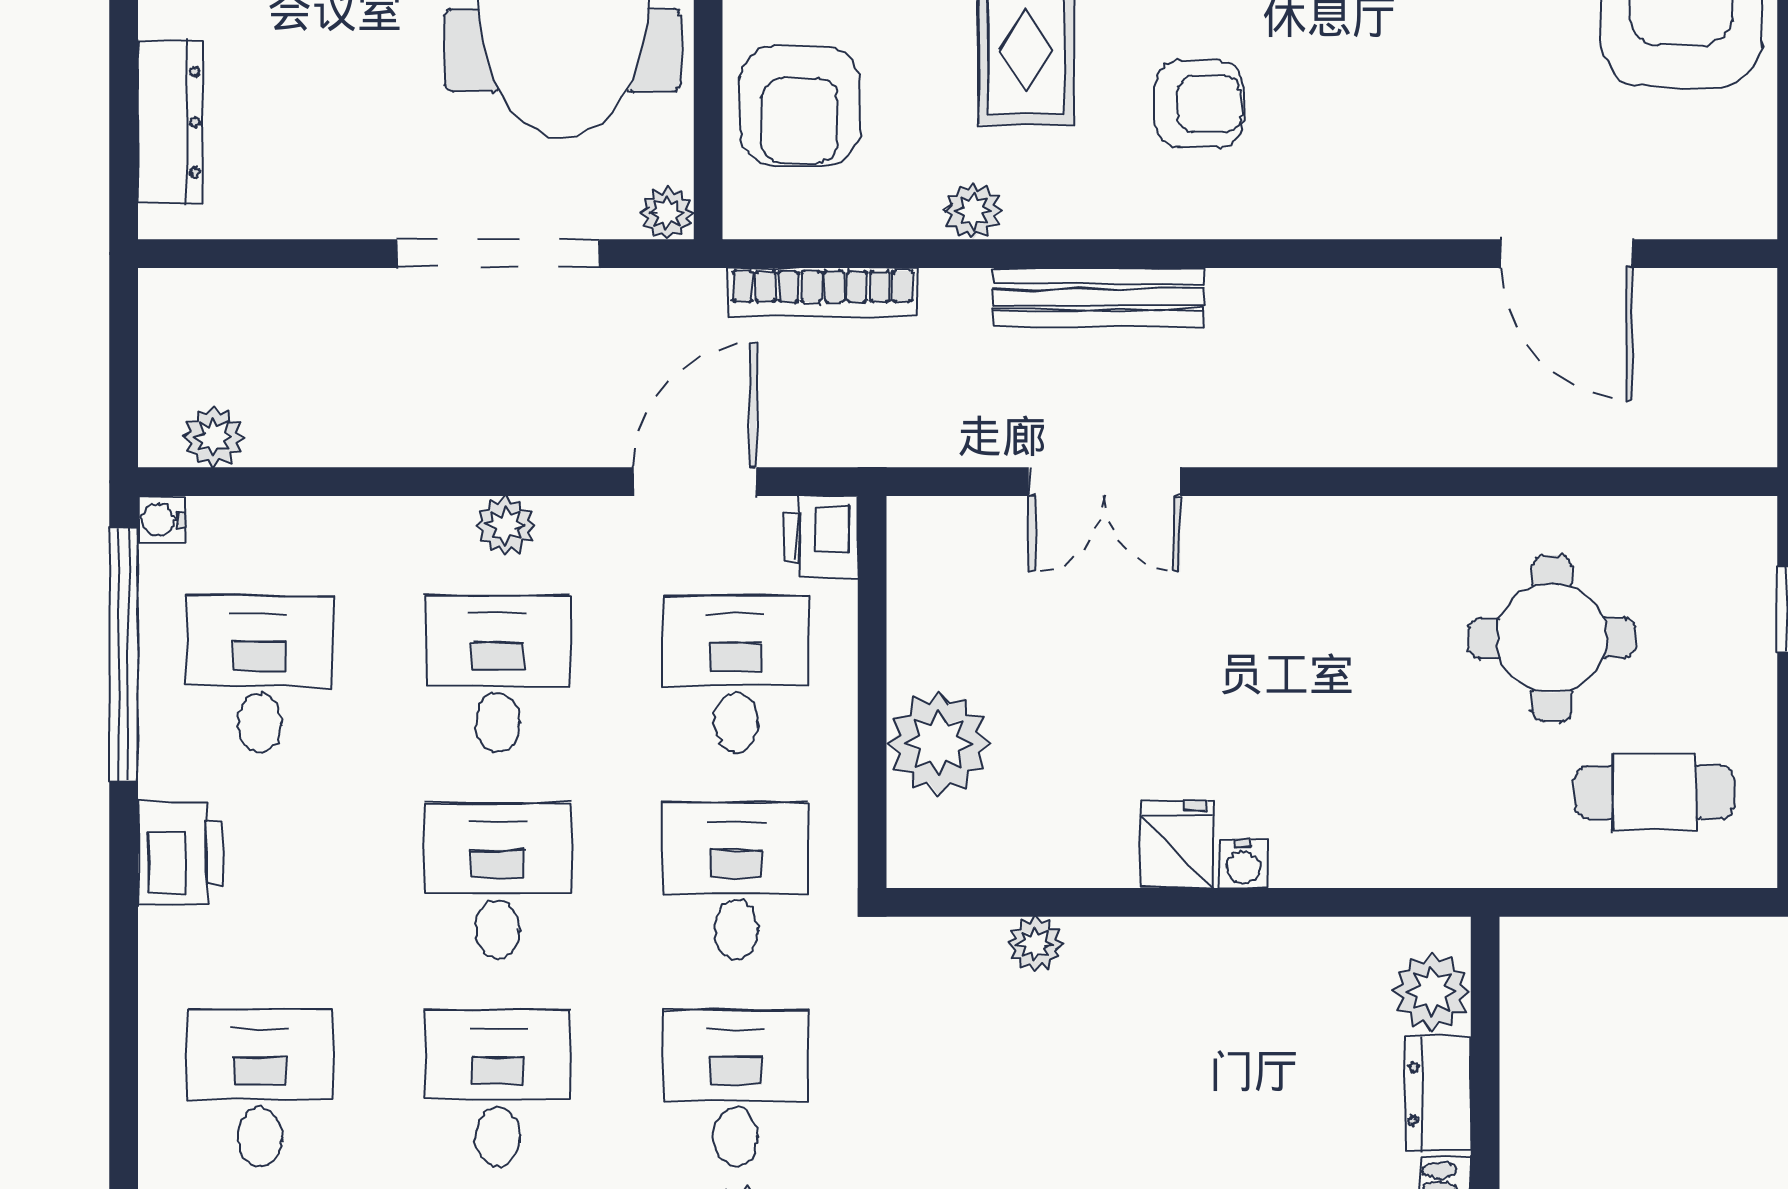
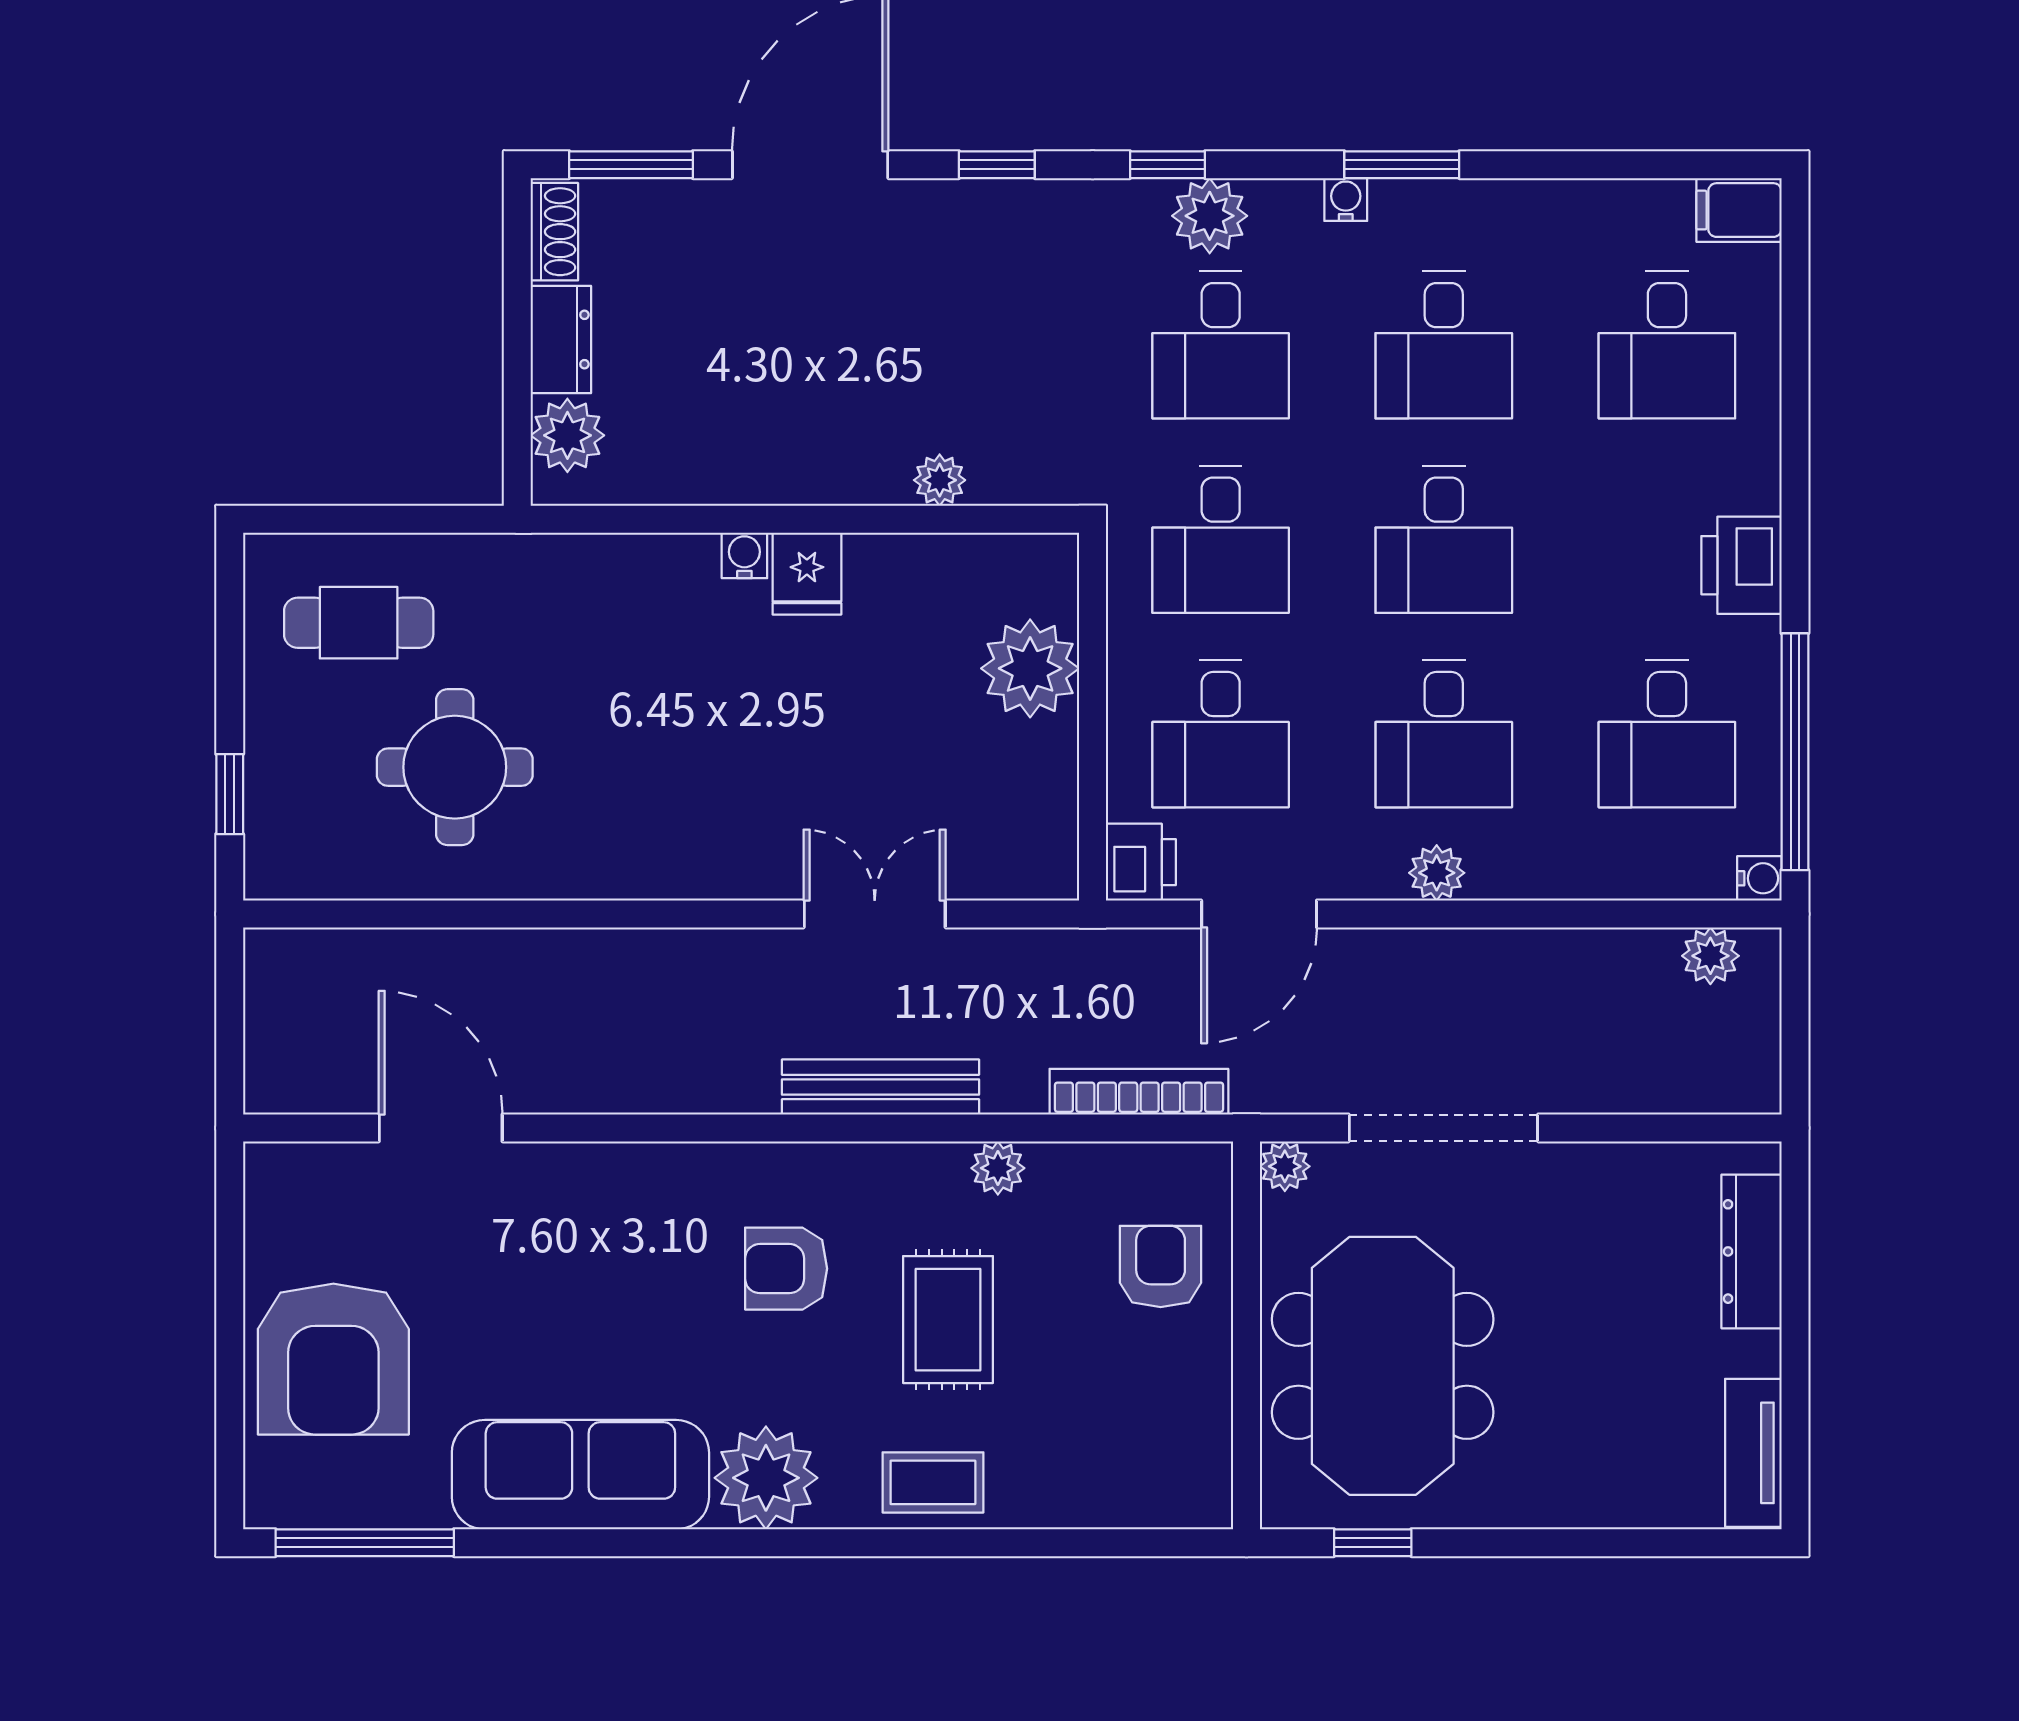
armchair: (800, 106) -> (1161, 1266), width x0.72, depth x0.72

